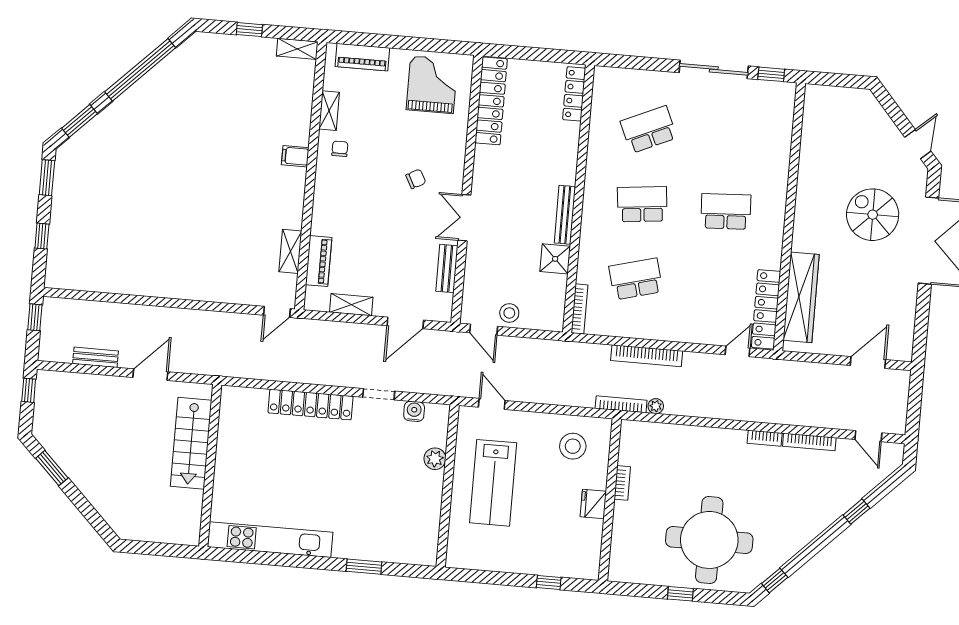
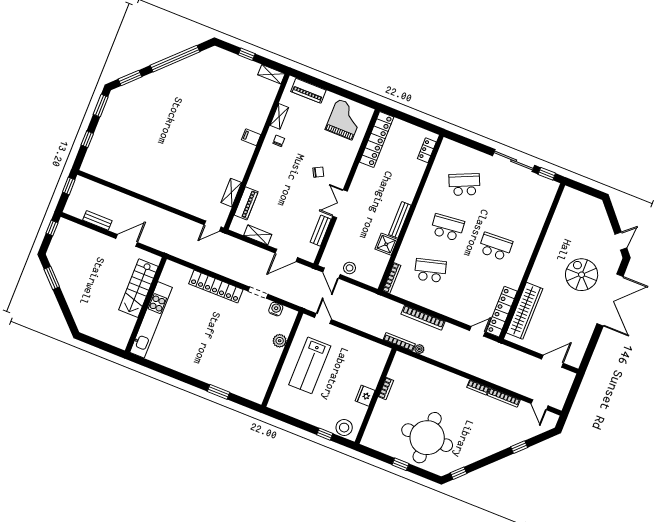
locker: (574, 94) -> (427, 150), width x0.66
stool: (573, 446) -> (344, 428), moved
kitchen unit: (270, 540) -> (151, 320), moved, turned 90

